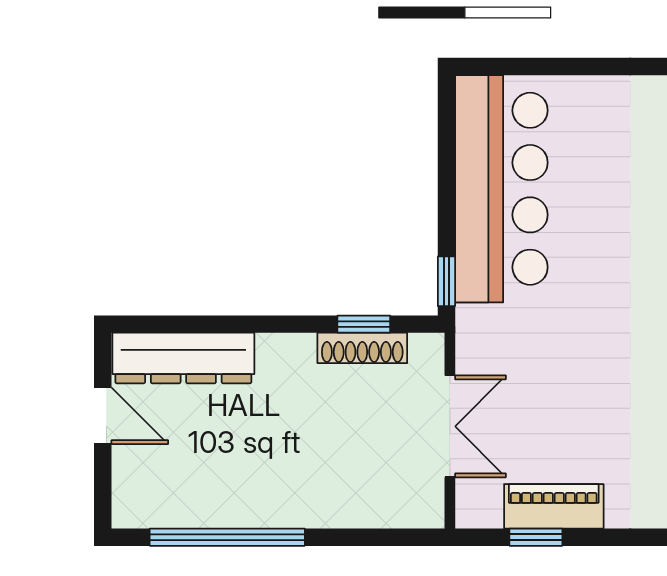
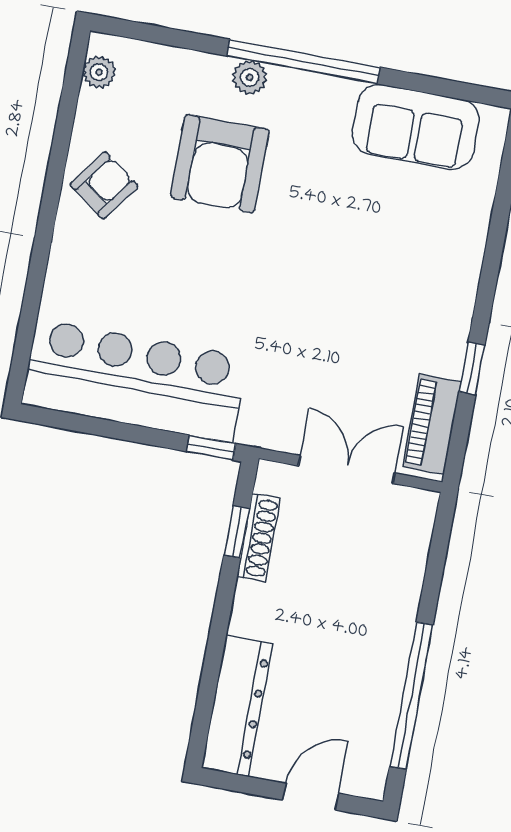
door: (103, 416) -> (311, 797), moved
piano: (554, 506) -> (432, 424), moved
window: (536, 537) -> (472, 368), moved

